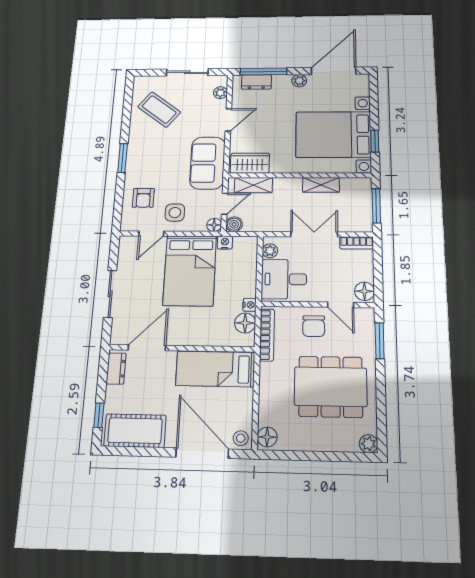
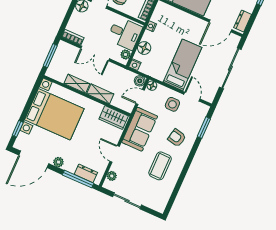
coffee table: (159, 109) -> (160, 166), moved, turned 52
door: (228, 120) -> (115, 154), hinge flipped
window: (375, 141) -> (18, 129), moved
window: (123, 158) -> (204, 128), moved
shelving: (253, 185) -> (100, 94), moved
armchair: (143, 198) -> (177, 138), moved, turned -78
door: (151, 234) -> (192, 97), hinge flipped
nightstand: (225, 243) -> (135, 65), moved
bed: (190, 270) -> (183, 65), width x0.67
sliding door: (110, 294) -> (230, 68), width x1.37
floor lamp: (245, 323) -> (144, 48), moved

